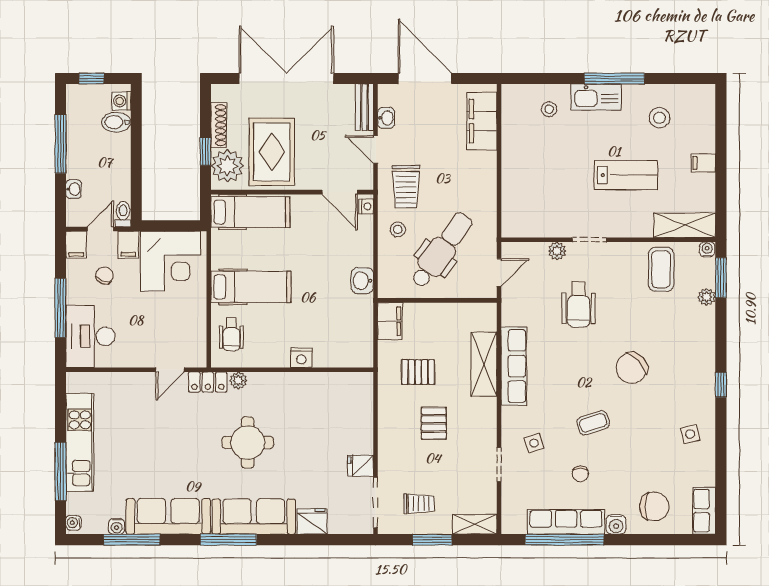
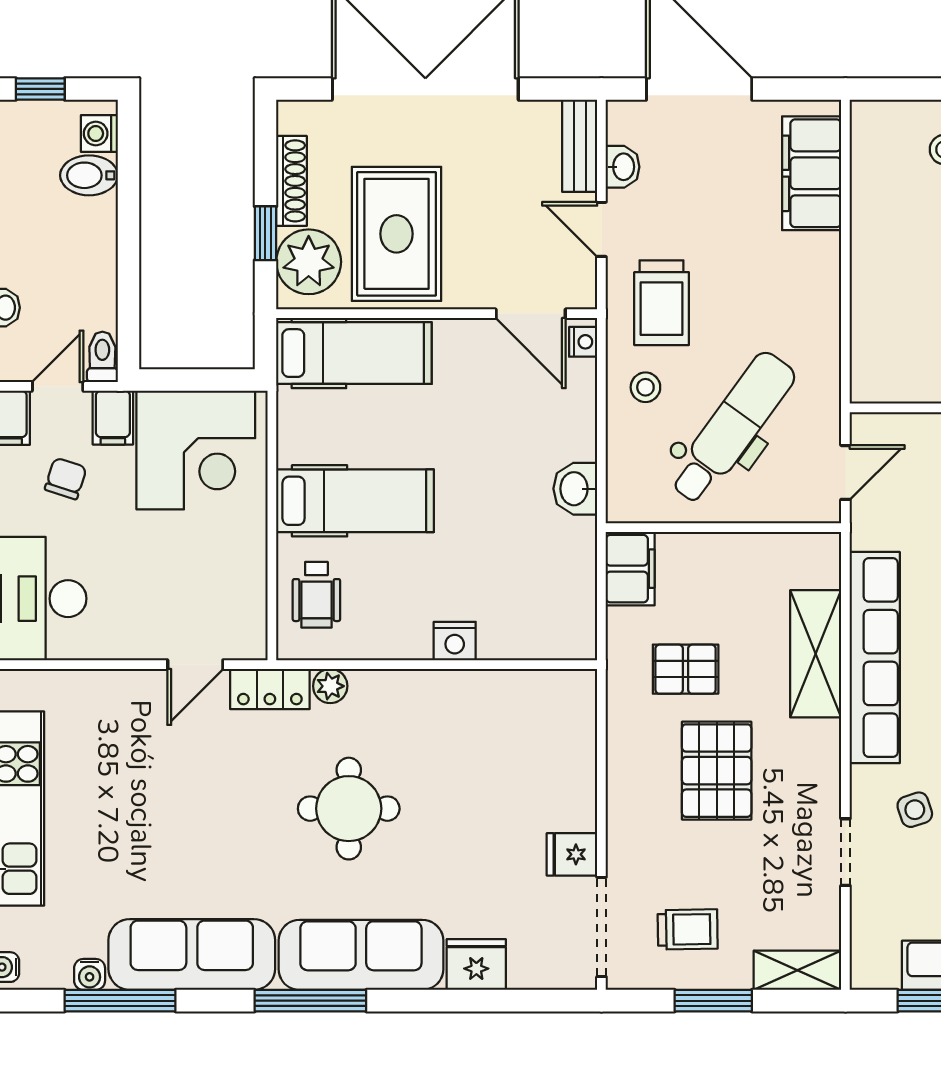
row of seats: (514, 366) -> (875, 658), width x1.36
pallet: (434, 423) -> (717, 771), width x1.50, depth x1.42

